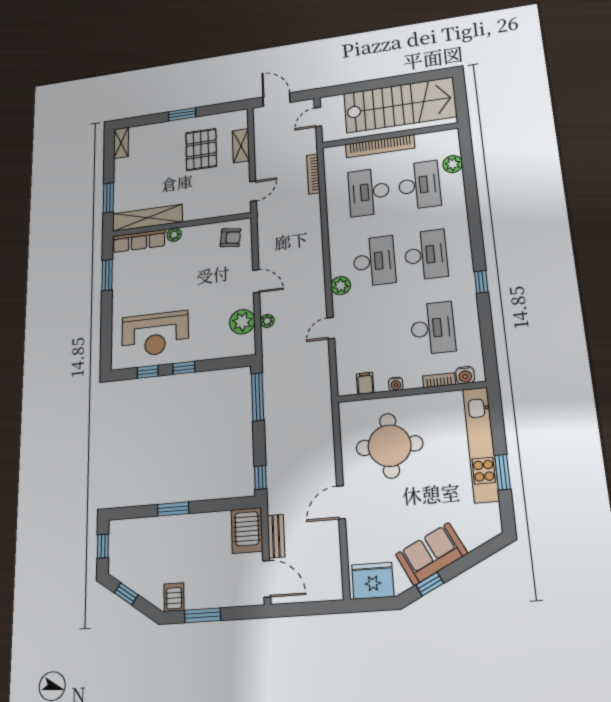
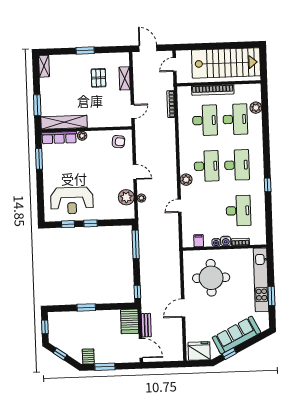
pallet: (201, 150) -> (99, 78), width x0.67, depth x0.71
desk: (369, 192) -> (205, 120), turned 180
water cooler: (465, 375) -> (226, 241), moved
sofa: (432, 554) -> (236, 335), width x1.36

